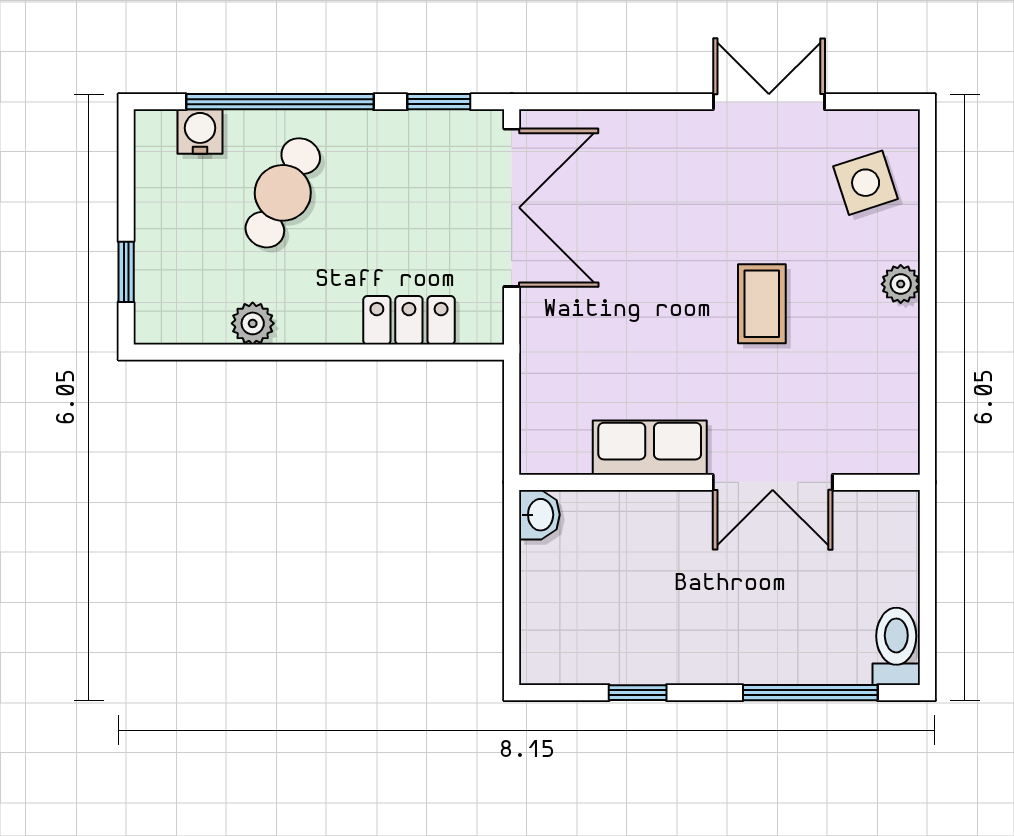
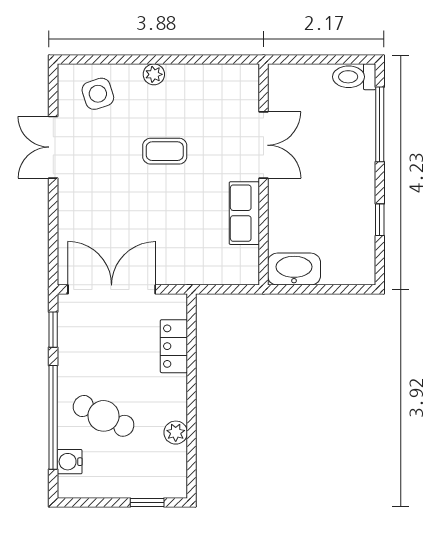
washbasin: (539, 515) -> (294, 269), width x1.91, depth x1.45

